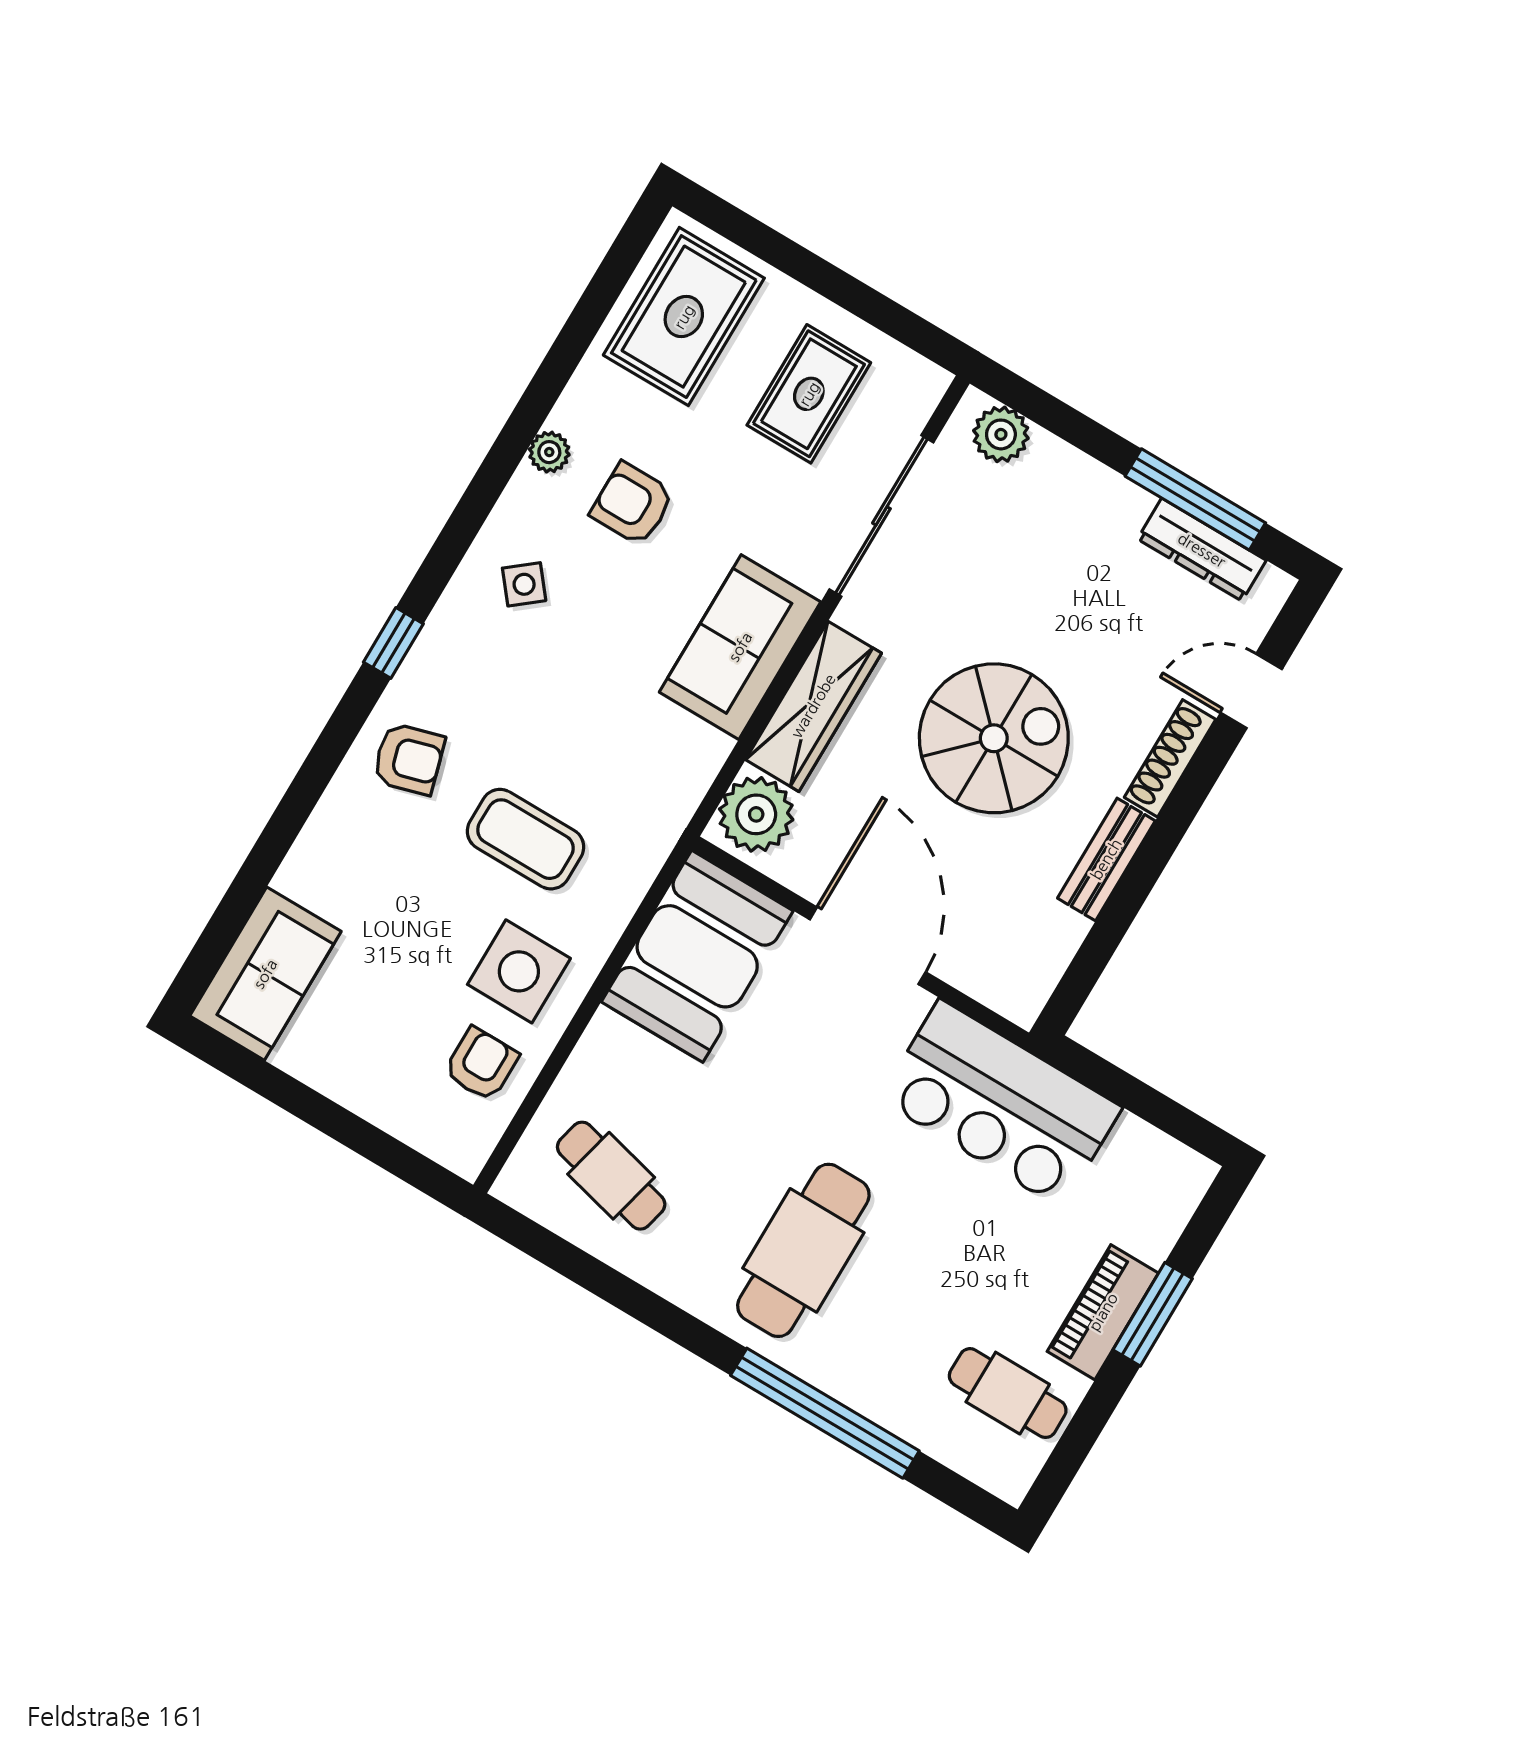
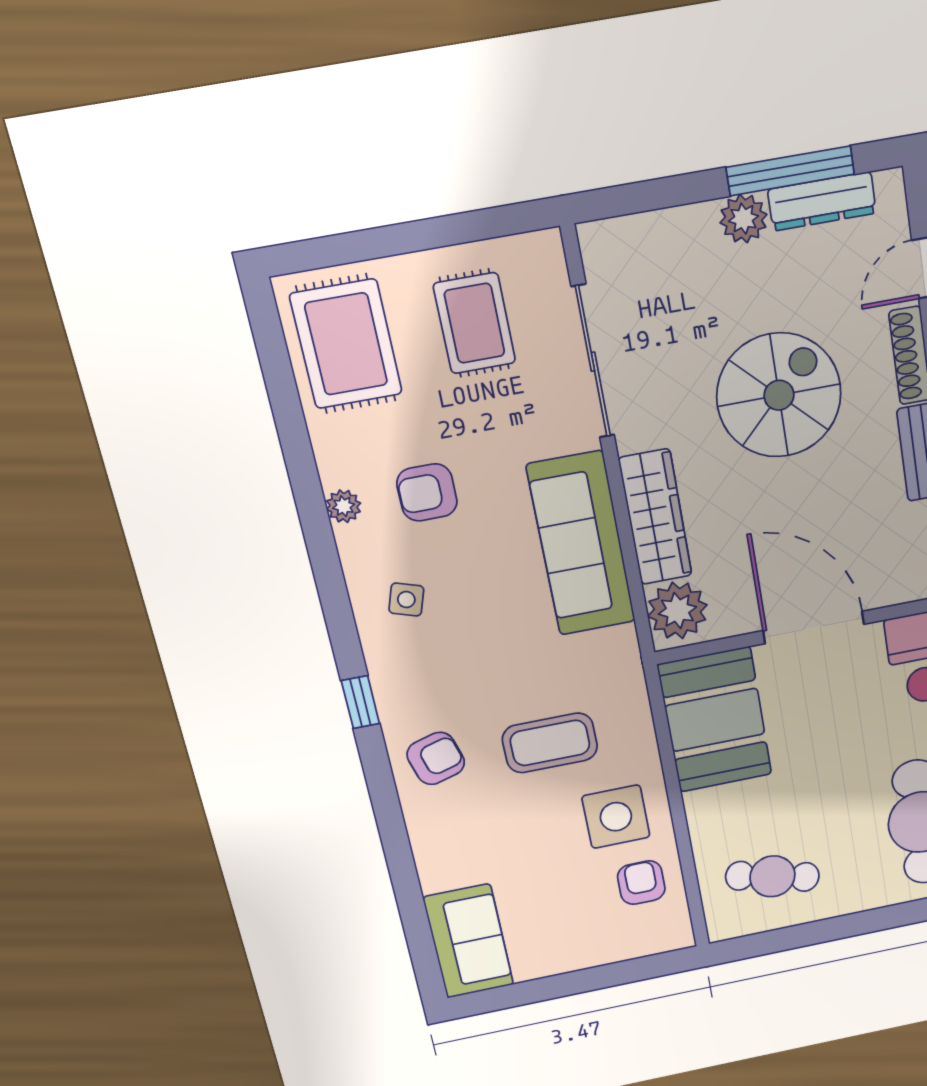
plant: (1001, 434) -> (743, 219), moved
side table: (524, 584) -> (406, 600), turned -33
sofa: (740, 647) -> (581, 544), width x1.36
spiral stairs: (994, 738) -> (779, 395), moved

